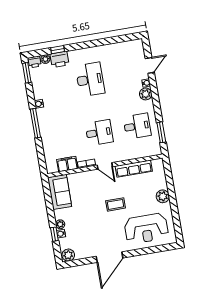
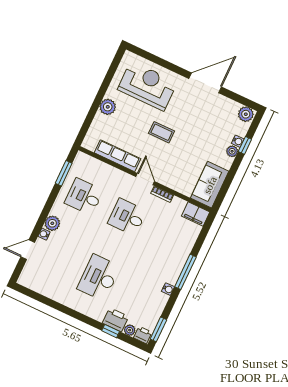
filing cabinet: (67, 164) -> (196, 214), moved

